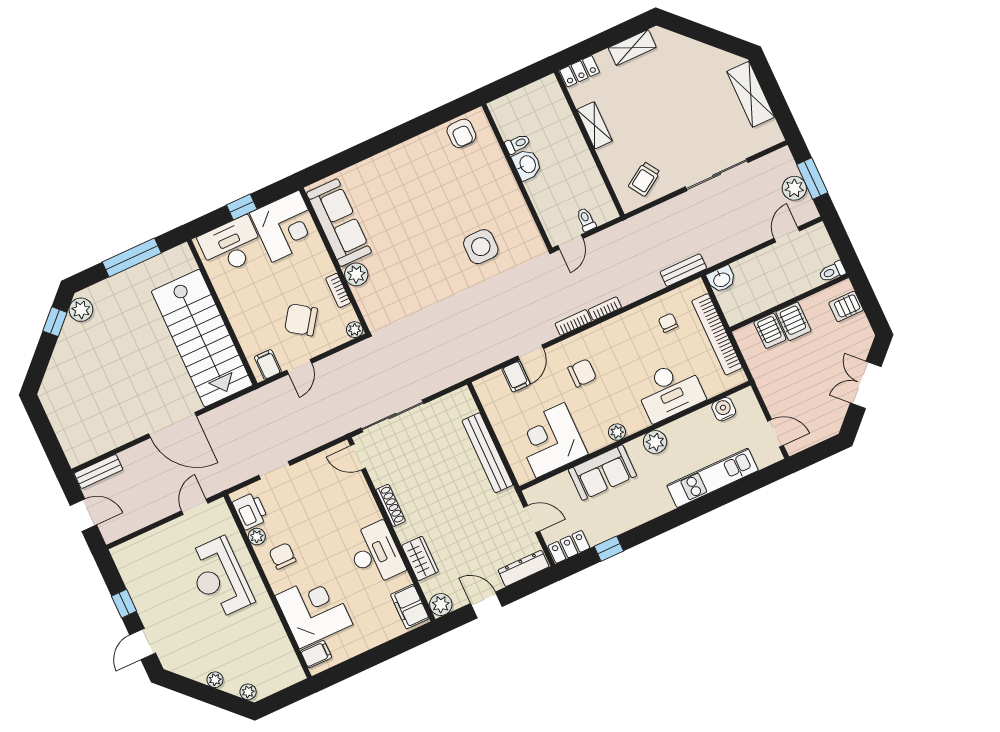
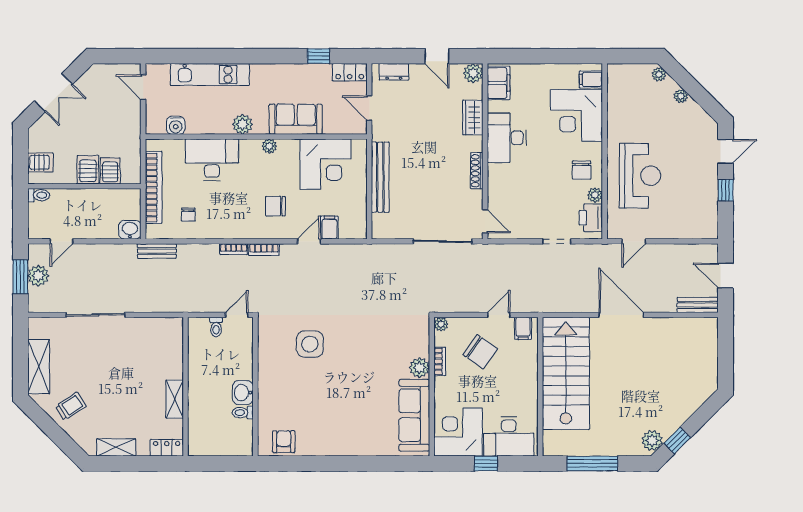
trolley: (644, 179) -> (71, 406), moved
dresser: (523, 568) -> (394, 72), width x0.70

